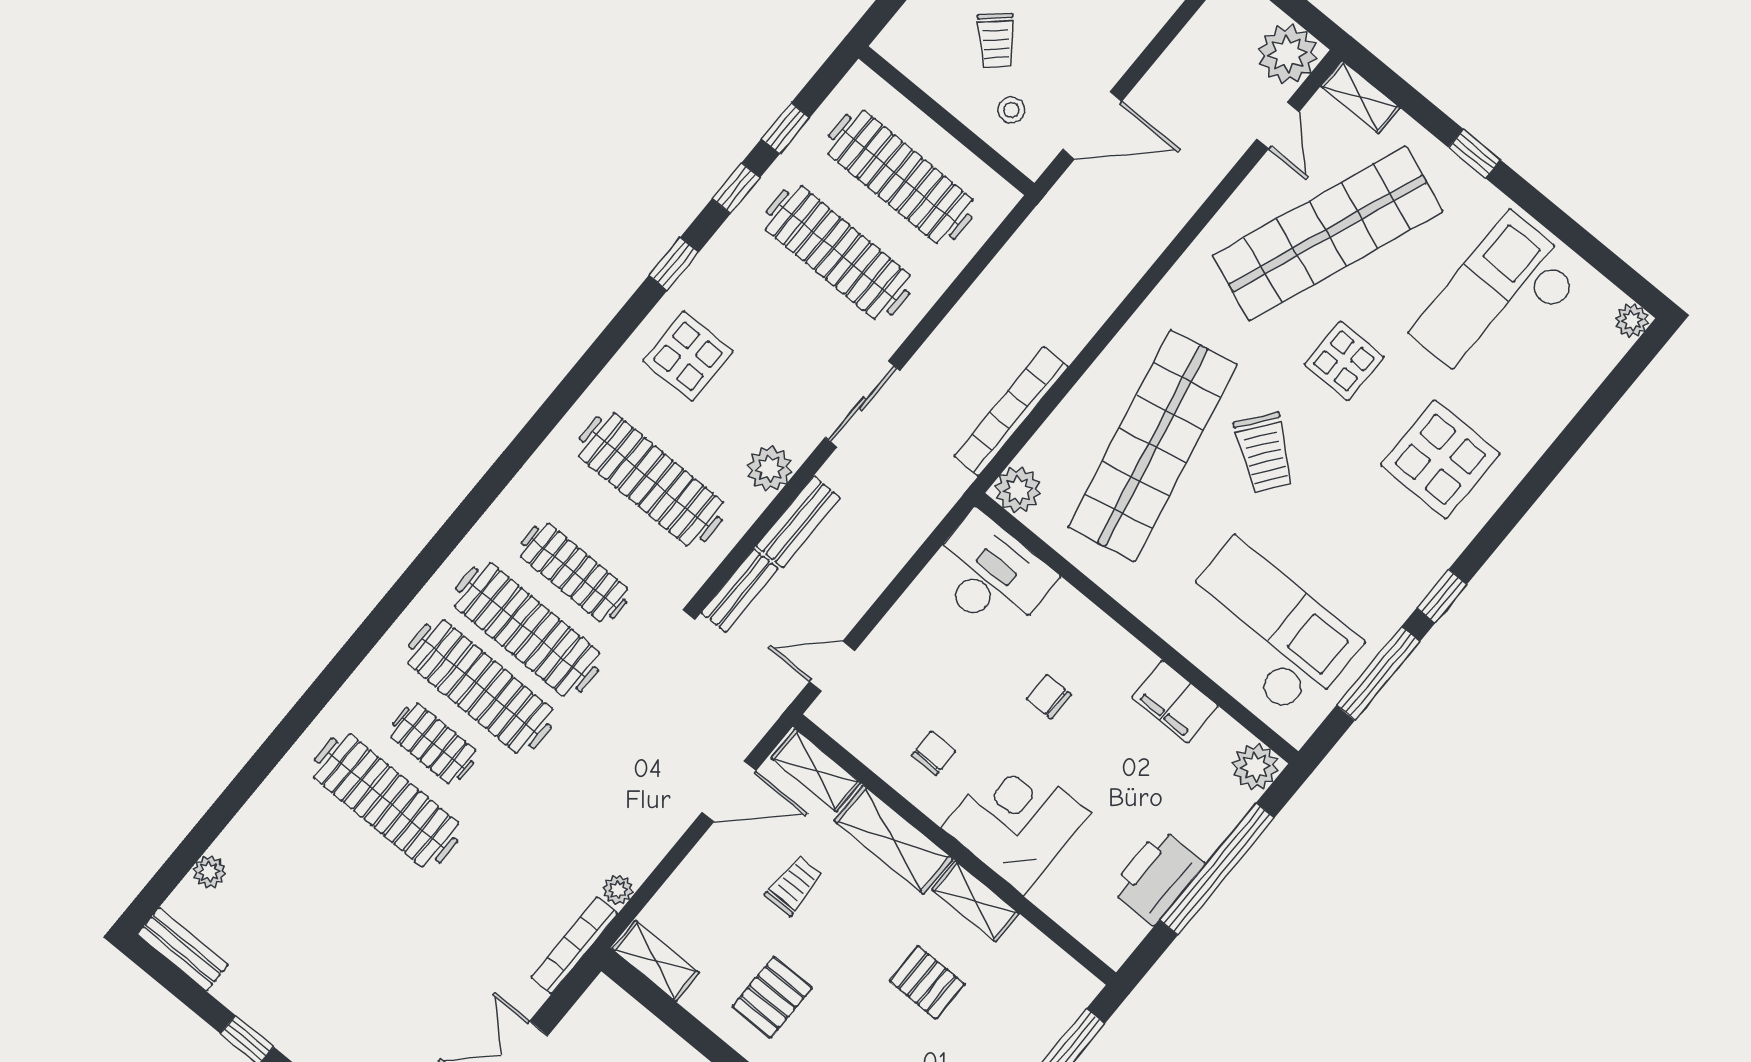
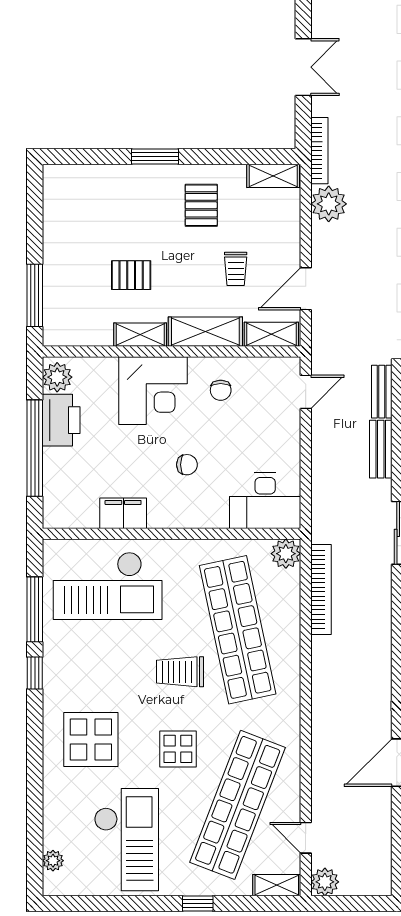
plant: (1288, 54) -> (325, 882), width x0.73, depth x0.73
plant: (1632, 321) -> (53, 861), moved
trolley: (1264, 453) -> (180, 672), turned -37
plant: (1255, 767) -> (57, 377), moved
plant: (618, 890) -> (329, 204), width x1.88, depth x1.88

